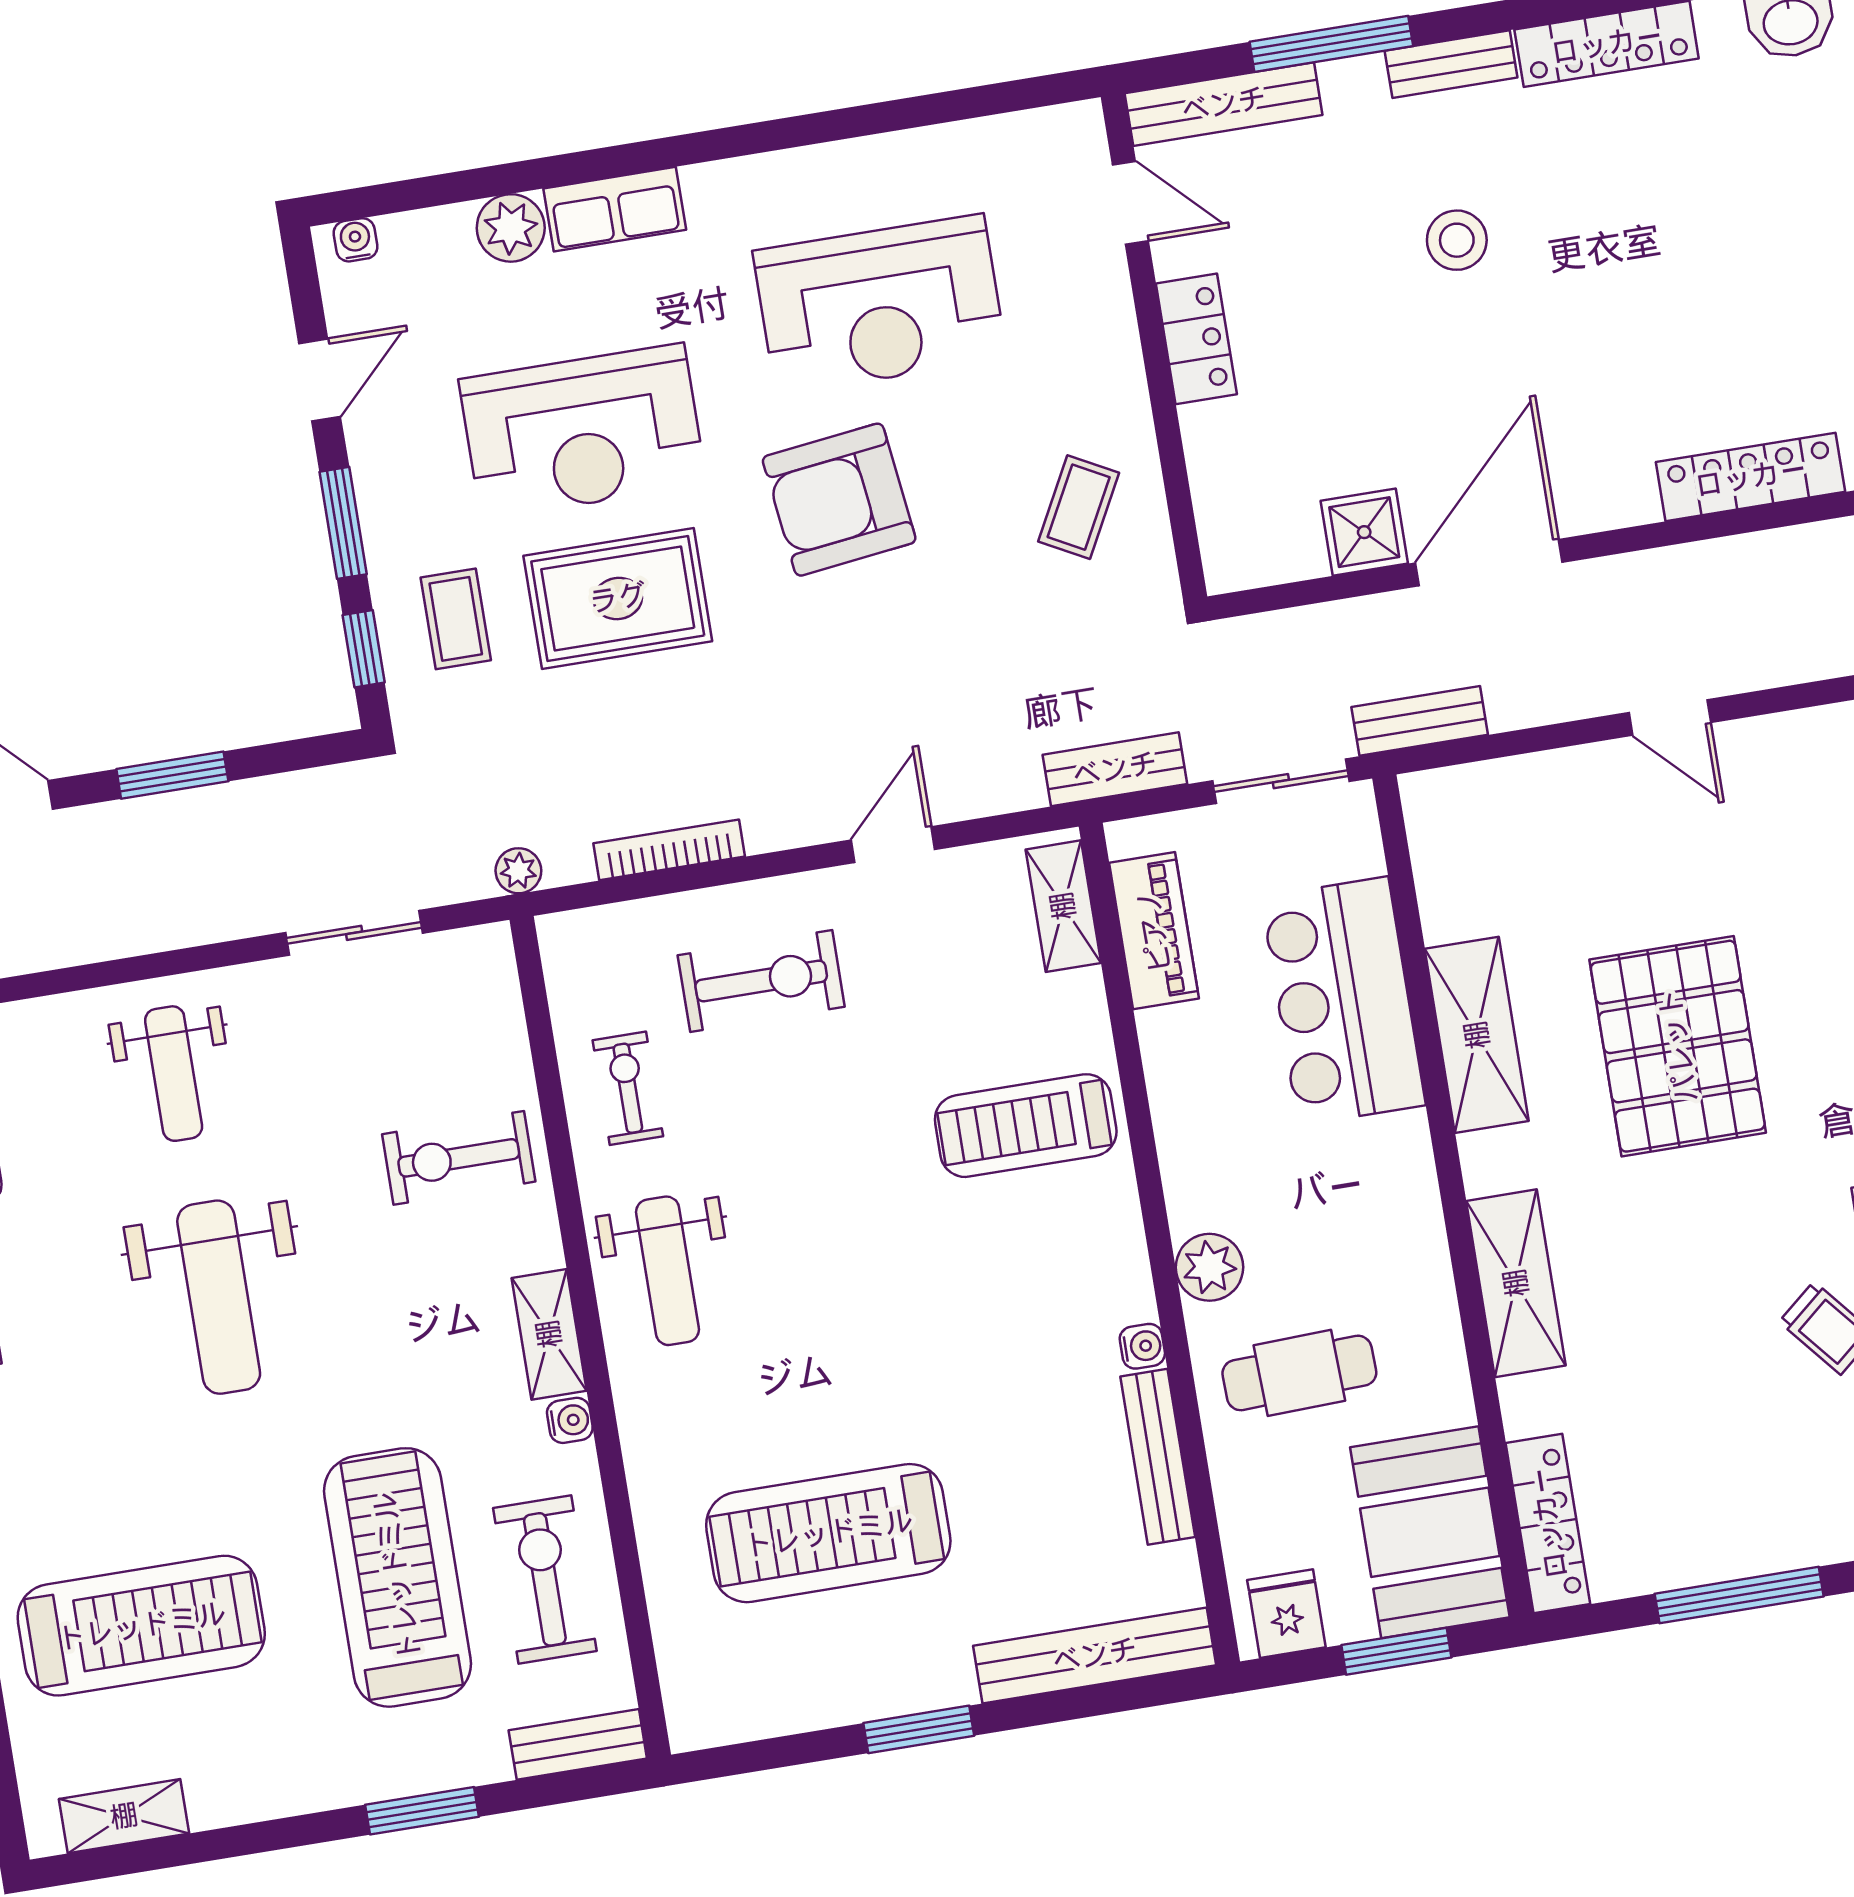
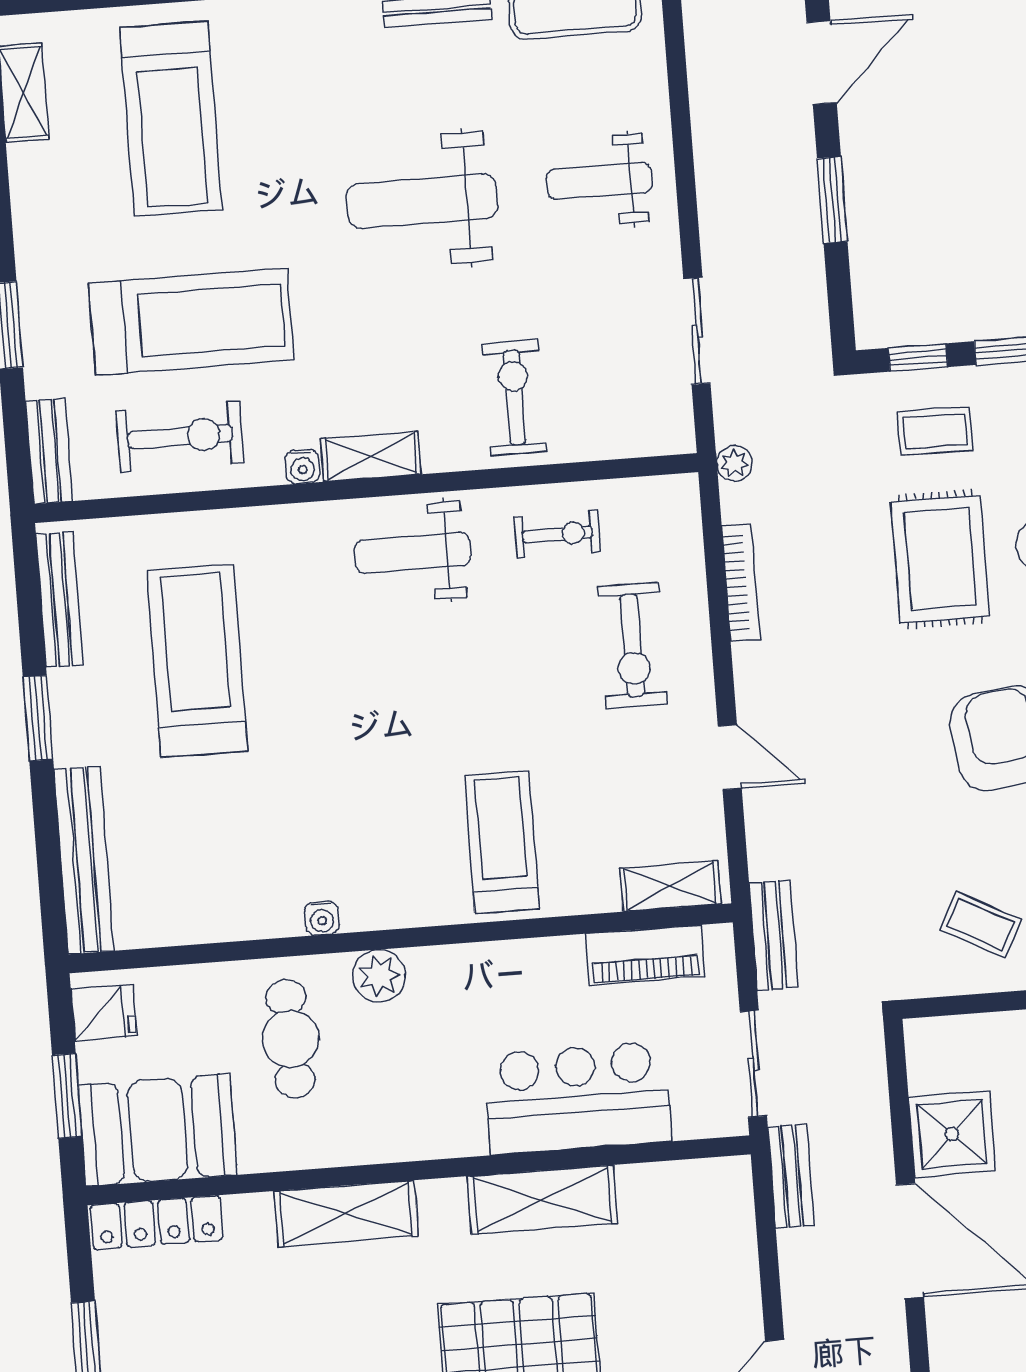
shower: (1364, 532) -> (952, 1134), width x1.36, depth x1.36
bench: (1158, 1457) -> (60, 599), moved, turned 90

